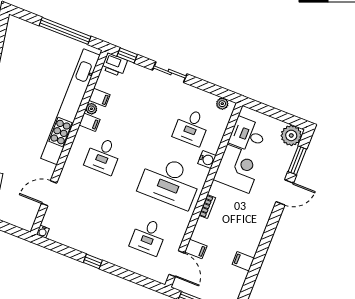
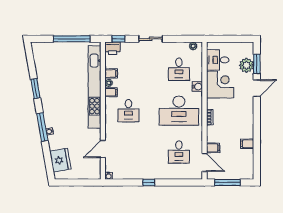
plant: (291, 135) -> (246, 65), moved

